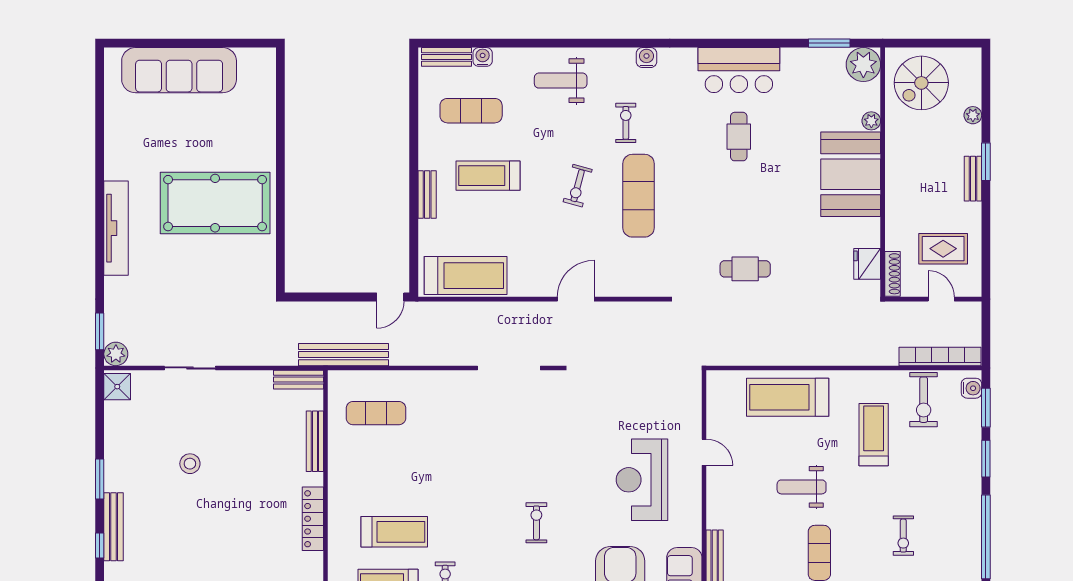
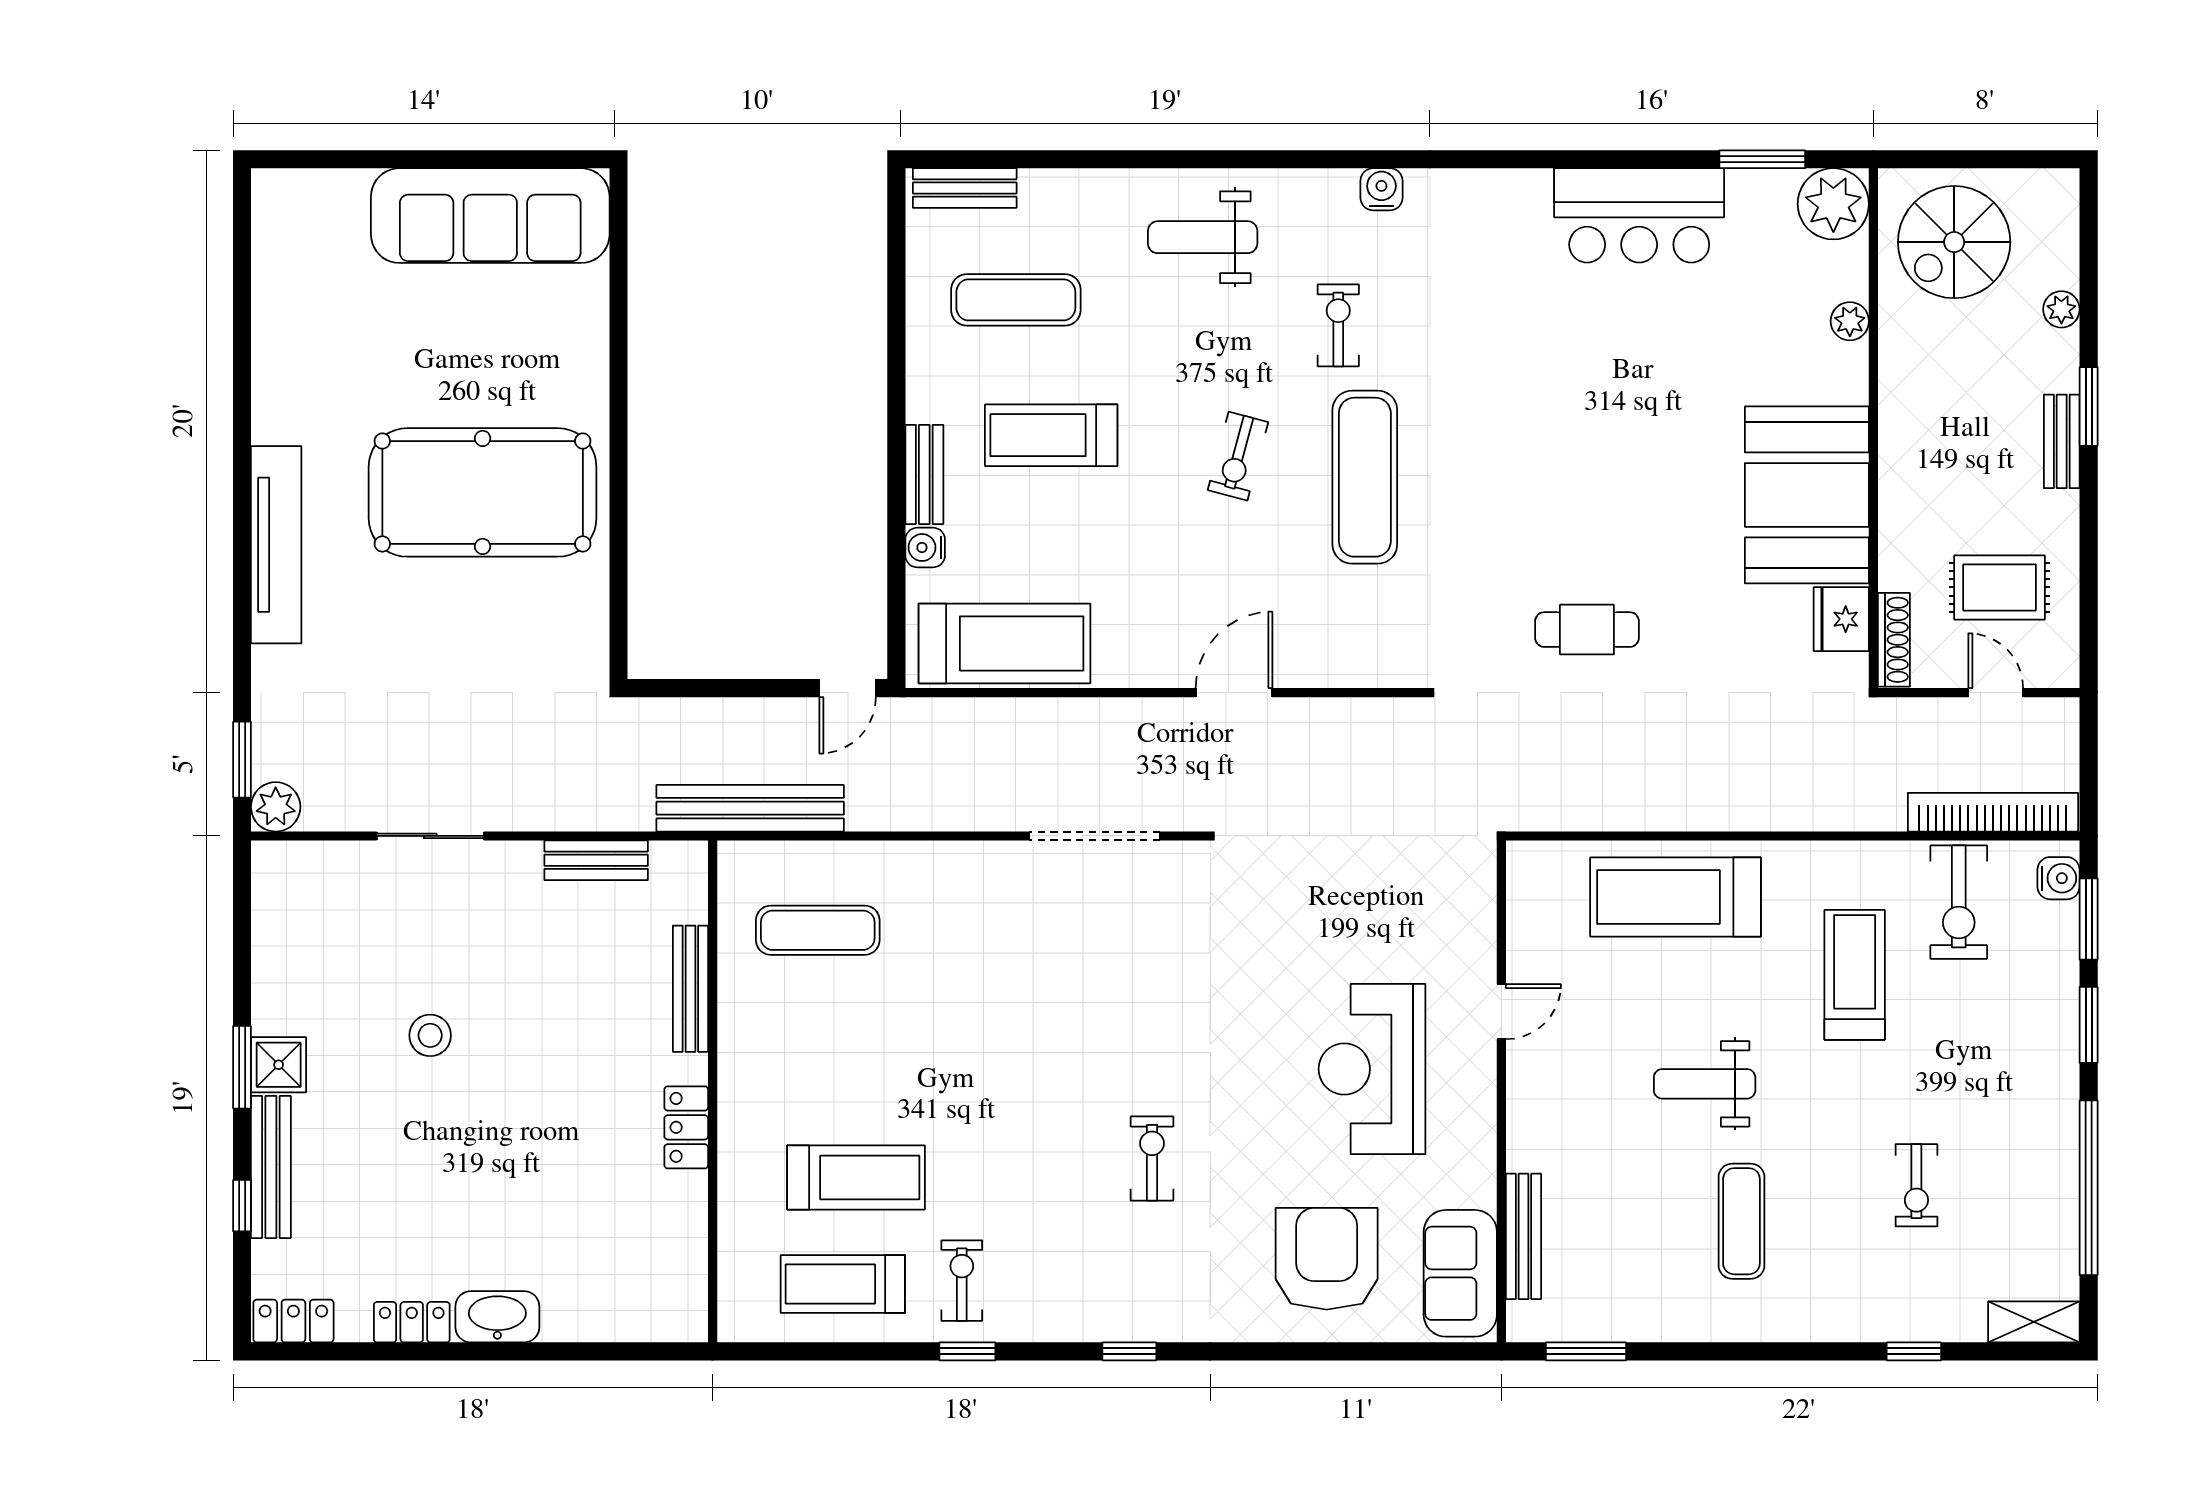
water cooler: (483, 57) -> (925, 548), moved, turned -90
sofa: (179, 70) -> (490, 216), moved
bar counter: (739, 70) -> (1639, 215), moved
cafe table: (739, 137) -> (1574, 354), removed
booth: (851, 174) -> (1807, 495), moved
bench: (299, 380) -> (596, 860), moved
shower: (117, 387) -> (279, 1065), moved
door: (704, 452) -> (1501, 1012), hinge flipped
locker: (313, 519) -> (686, 1127), width x0.66

